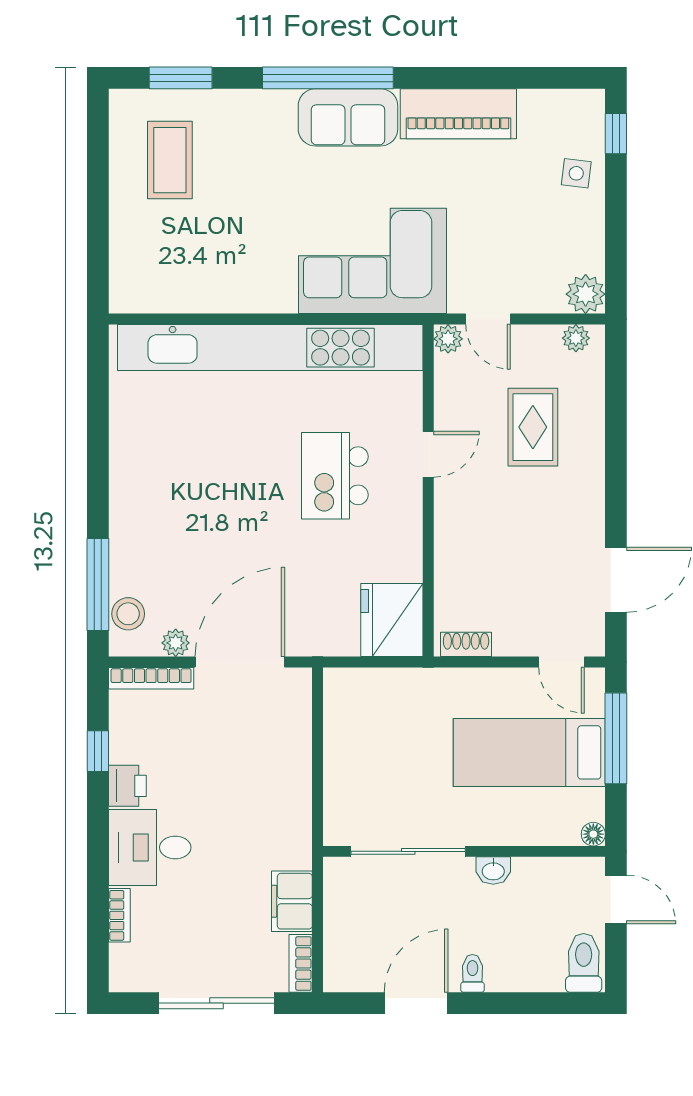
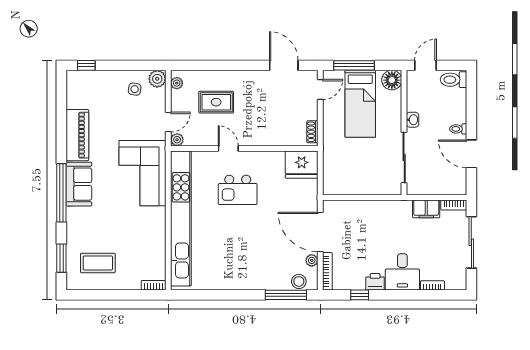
side table: (576, 173) -> (135, 89), moved
bookcase: (120, 286) -> (154, 285), added
floor lamp: (593, 834) -> (392, 80), width x1.89, depth x1.89

